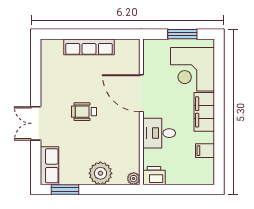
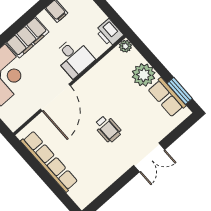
row of seats: (89, 47) -> (49, 161), width x1.36
row of seats: (50, 166) -> (167, 97), moved, turned -90

